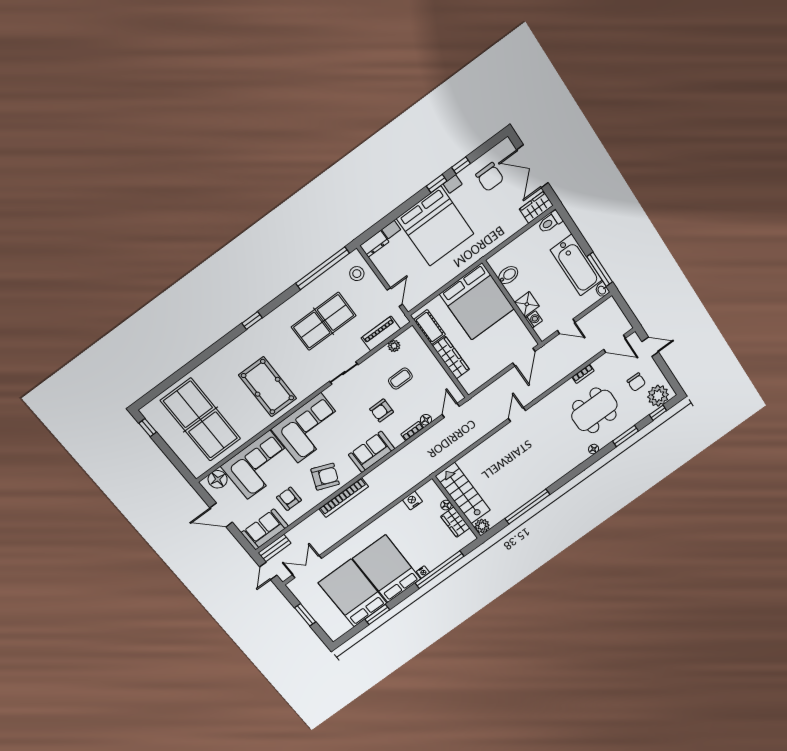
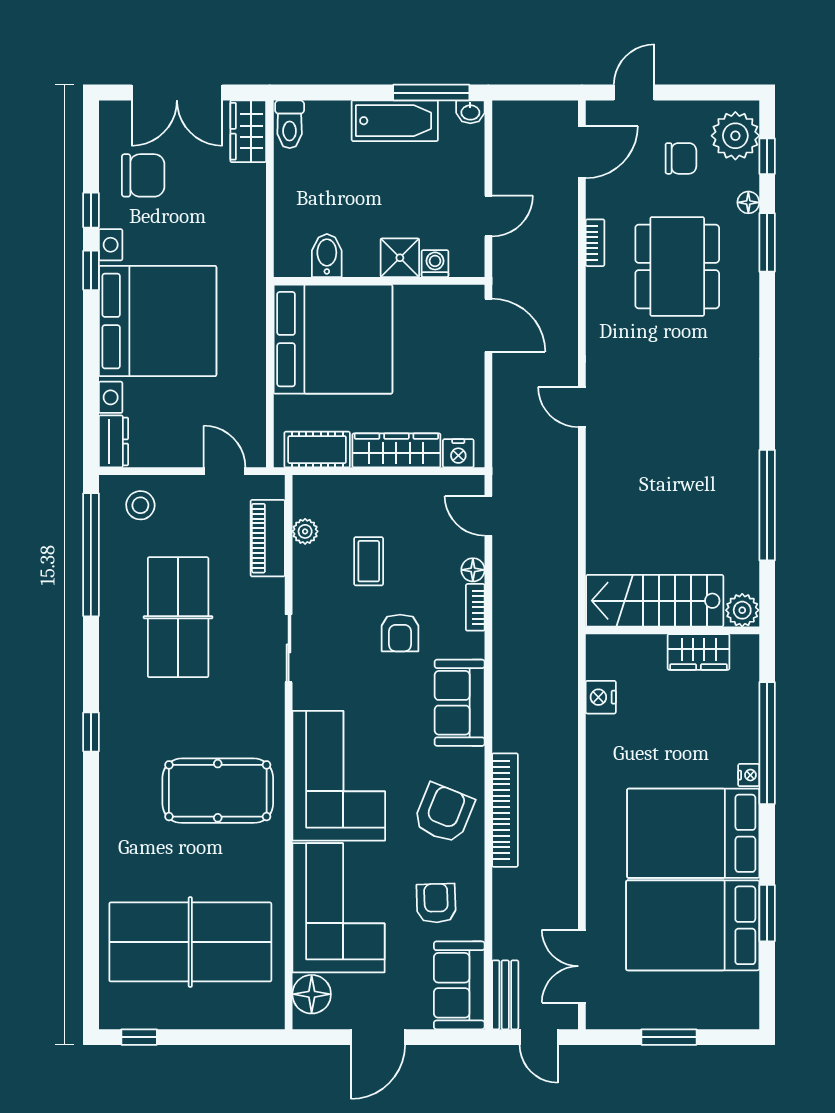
bathtub: (576, 265) -> (395, 121), width x0.73, depth x0.73
nightstand: (467, 382) -> (458, 453), added
floor lamp: (594, 449) -> (748, 202), moved
armchair: (289, 499) -> (436, 903), turned 88
floor lamp: (446, 505) -> (654, 645), removed

